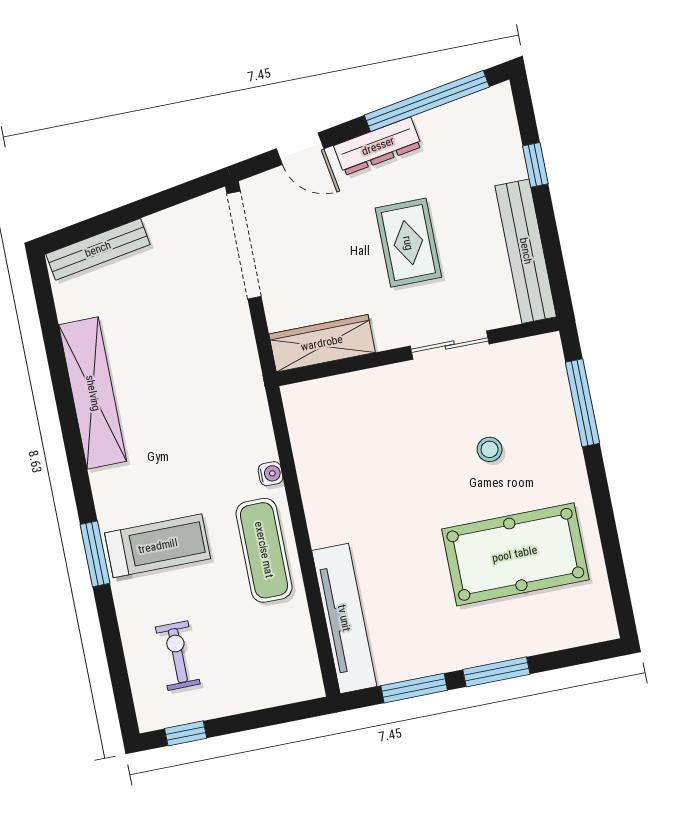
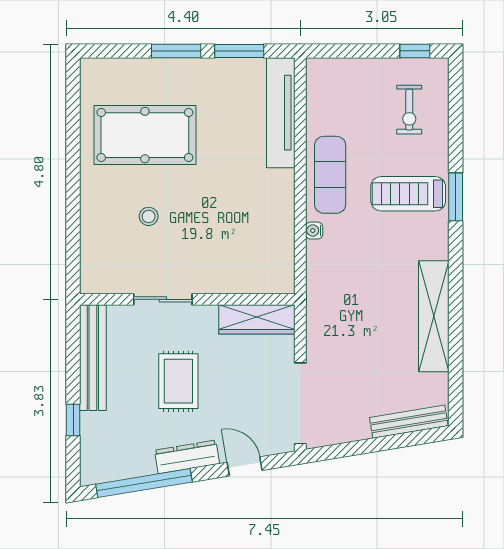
window: (582, 403) -> (73, 237), removed

